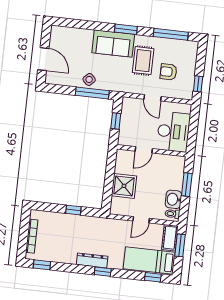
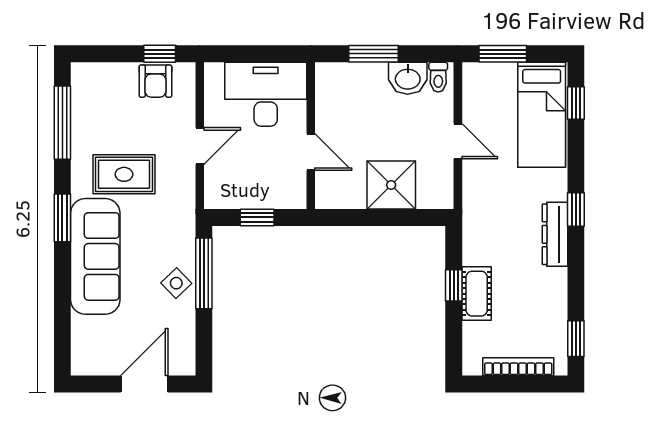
sofa: (113, 44) -> (95, 256), width x1.36
armchair: (168, 72) -> (155, 81), moved
cot: (170, 238) -> (477, 294), moved, turned 90

